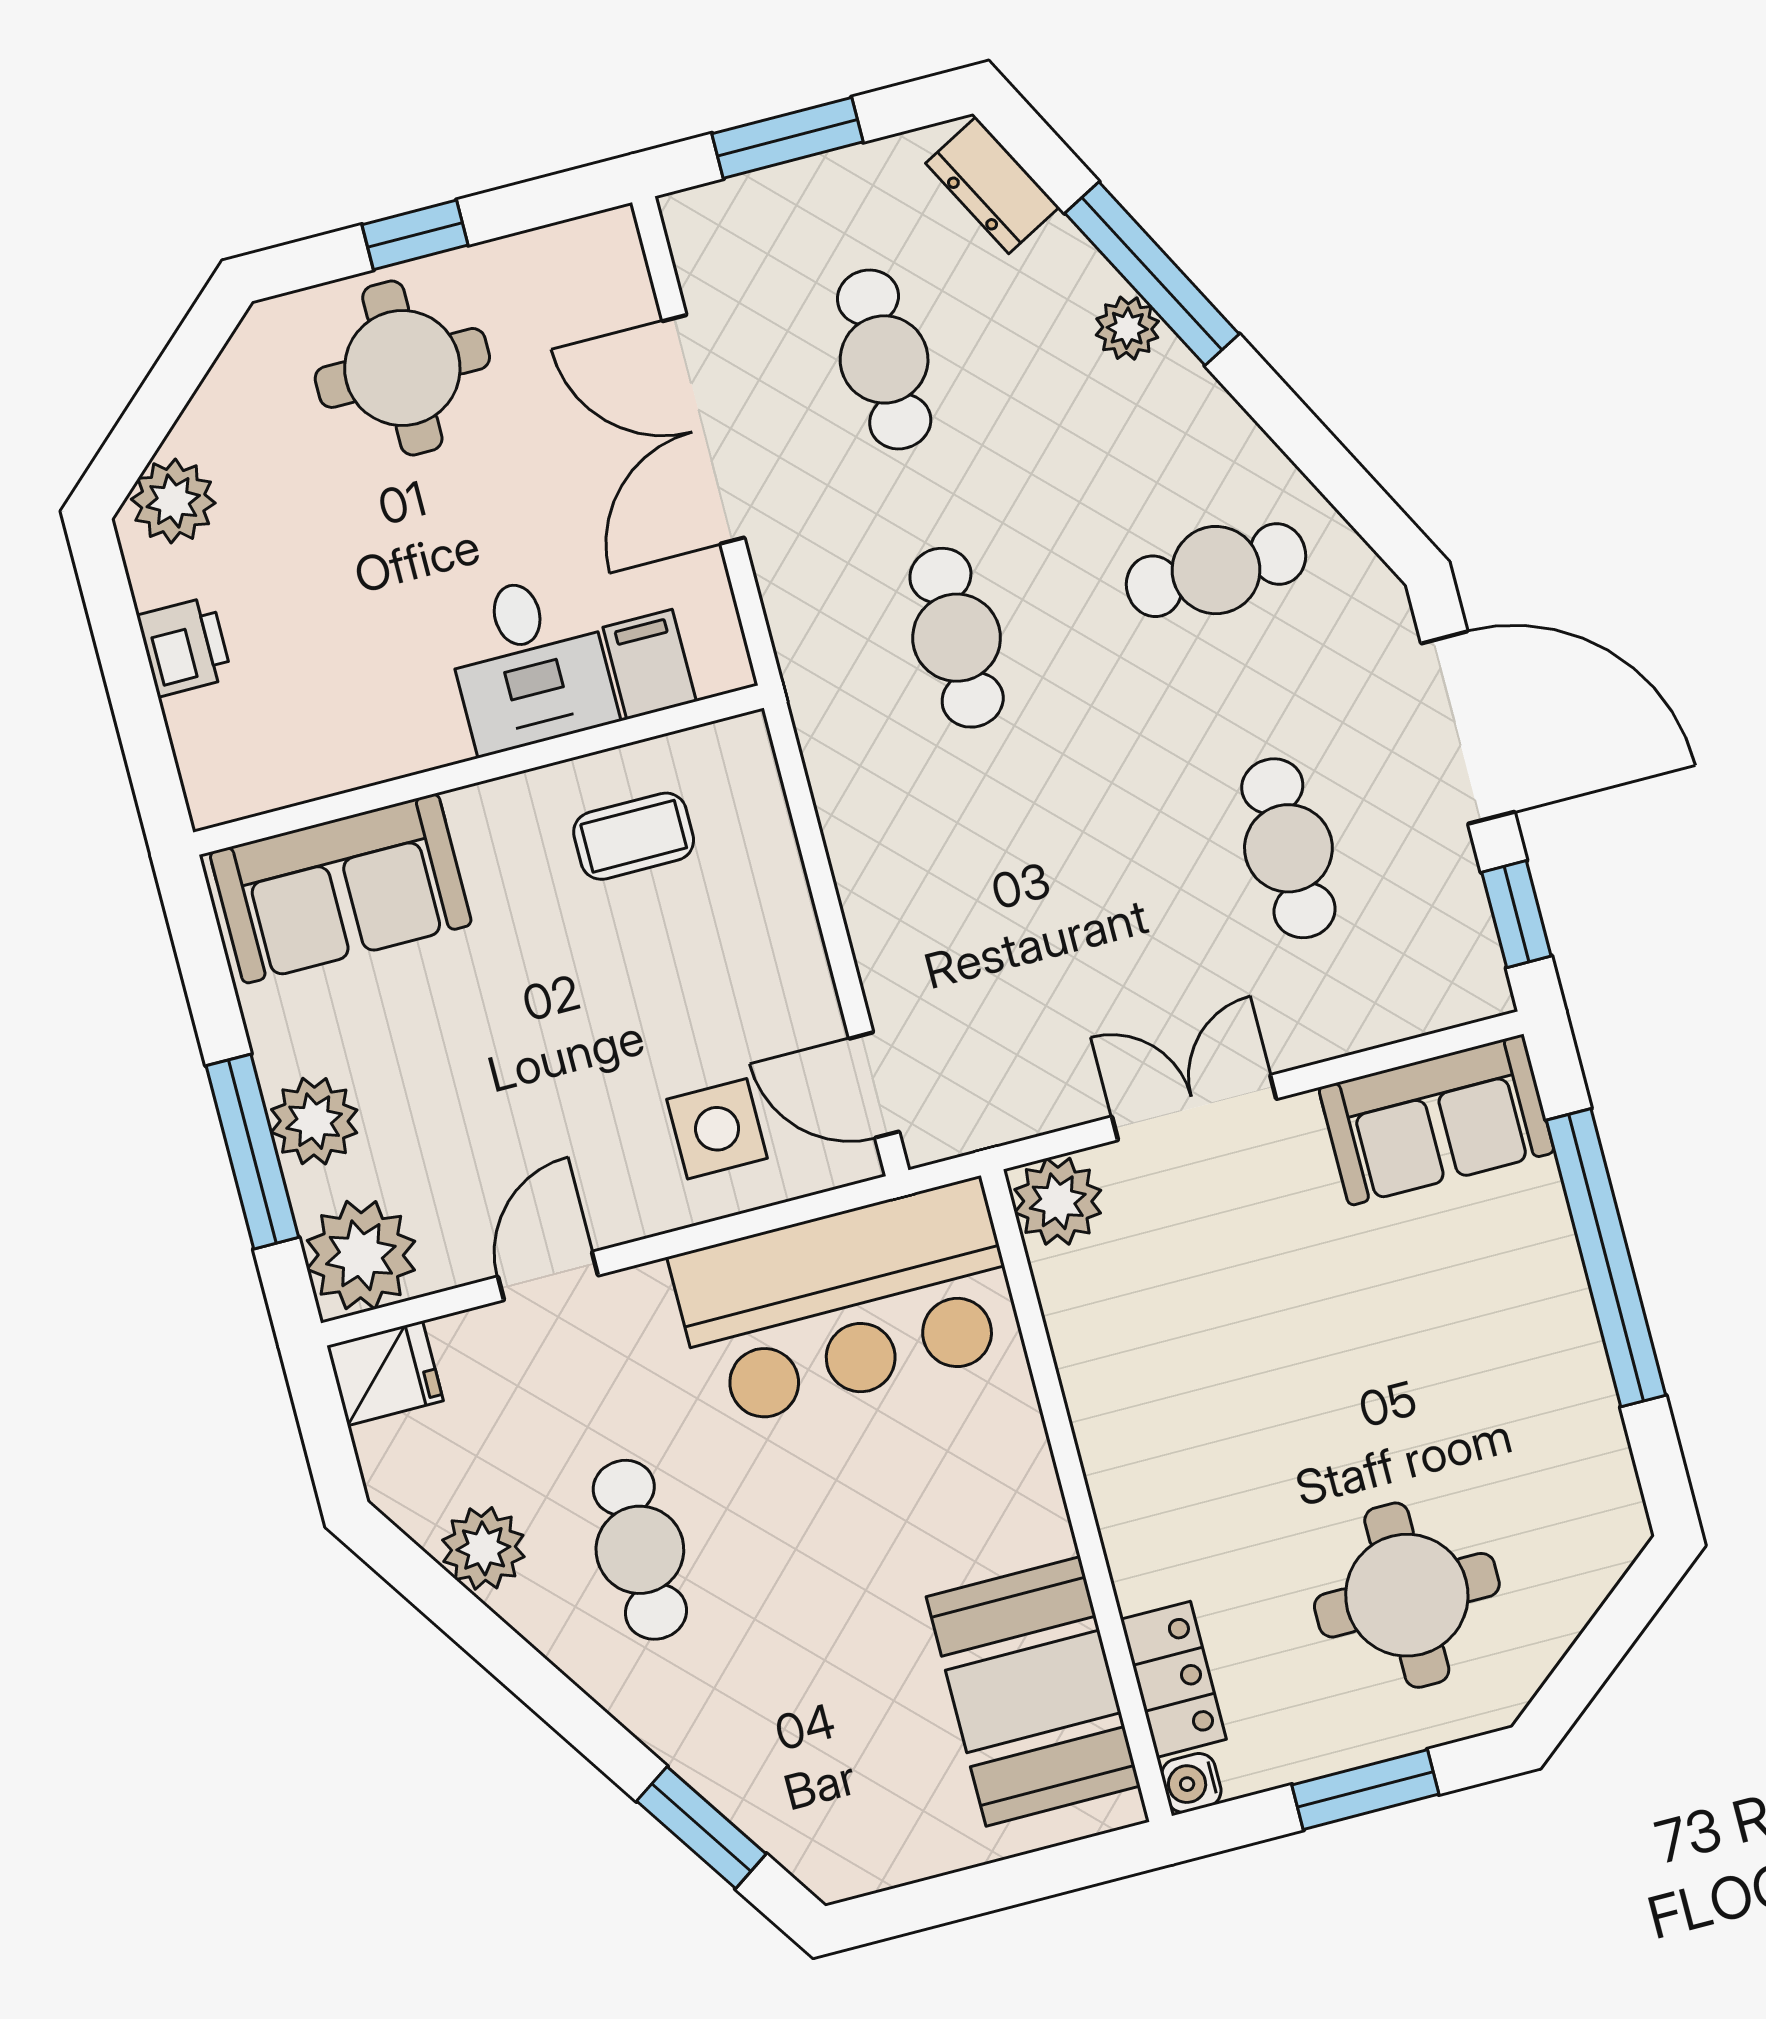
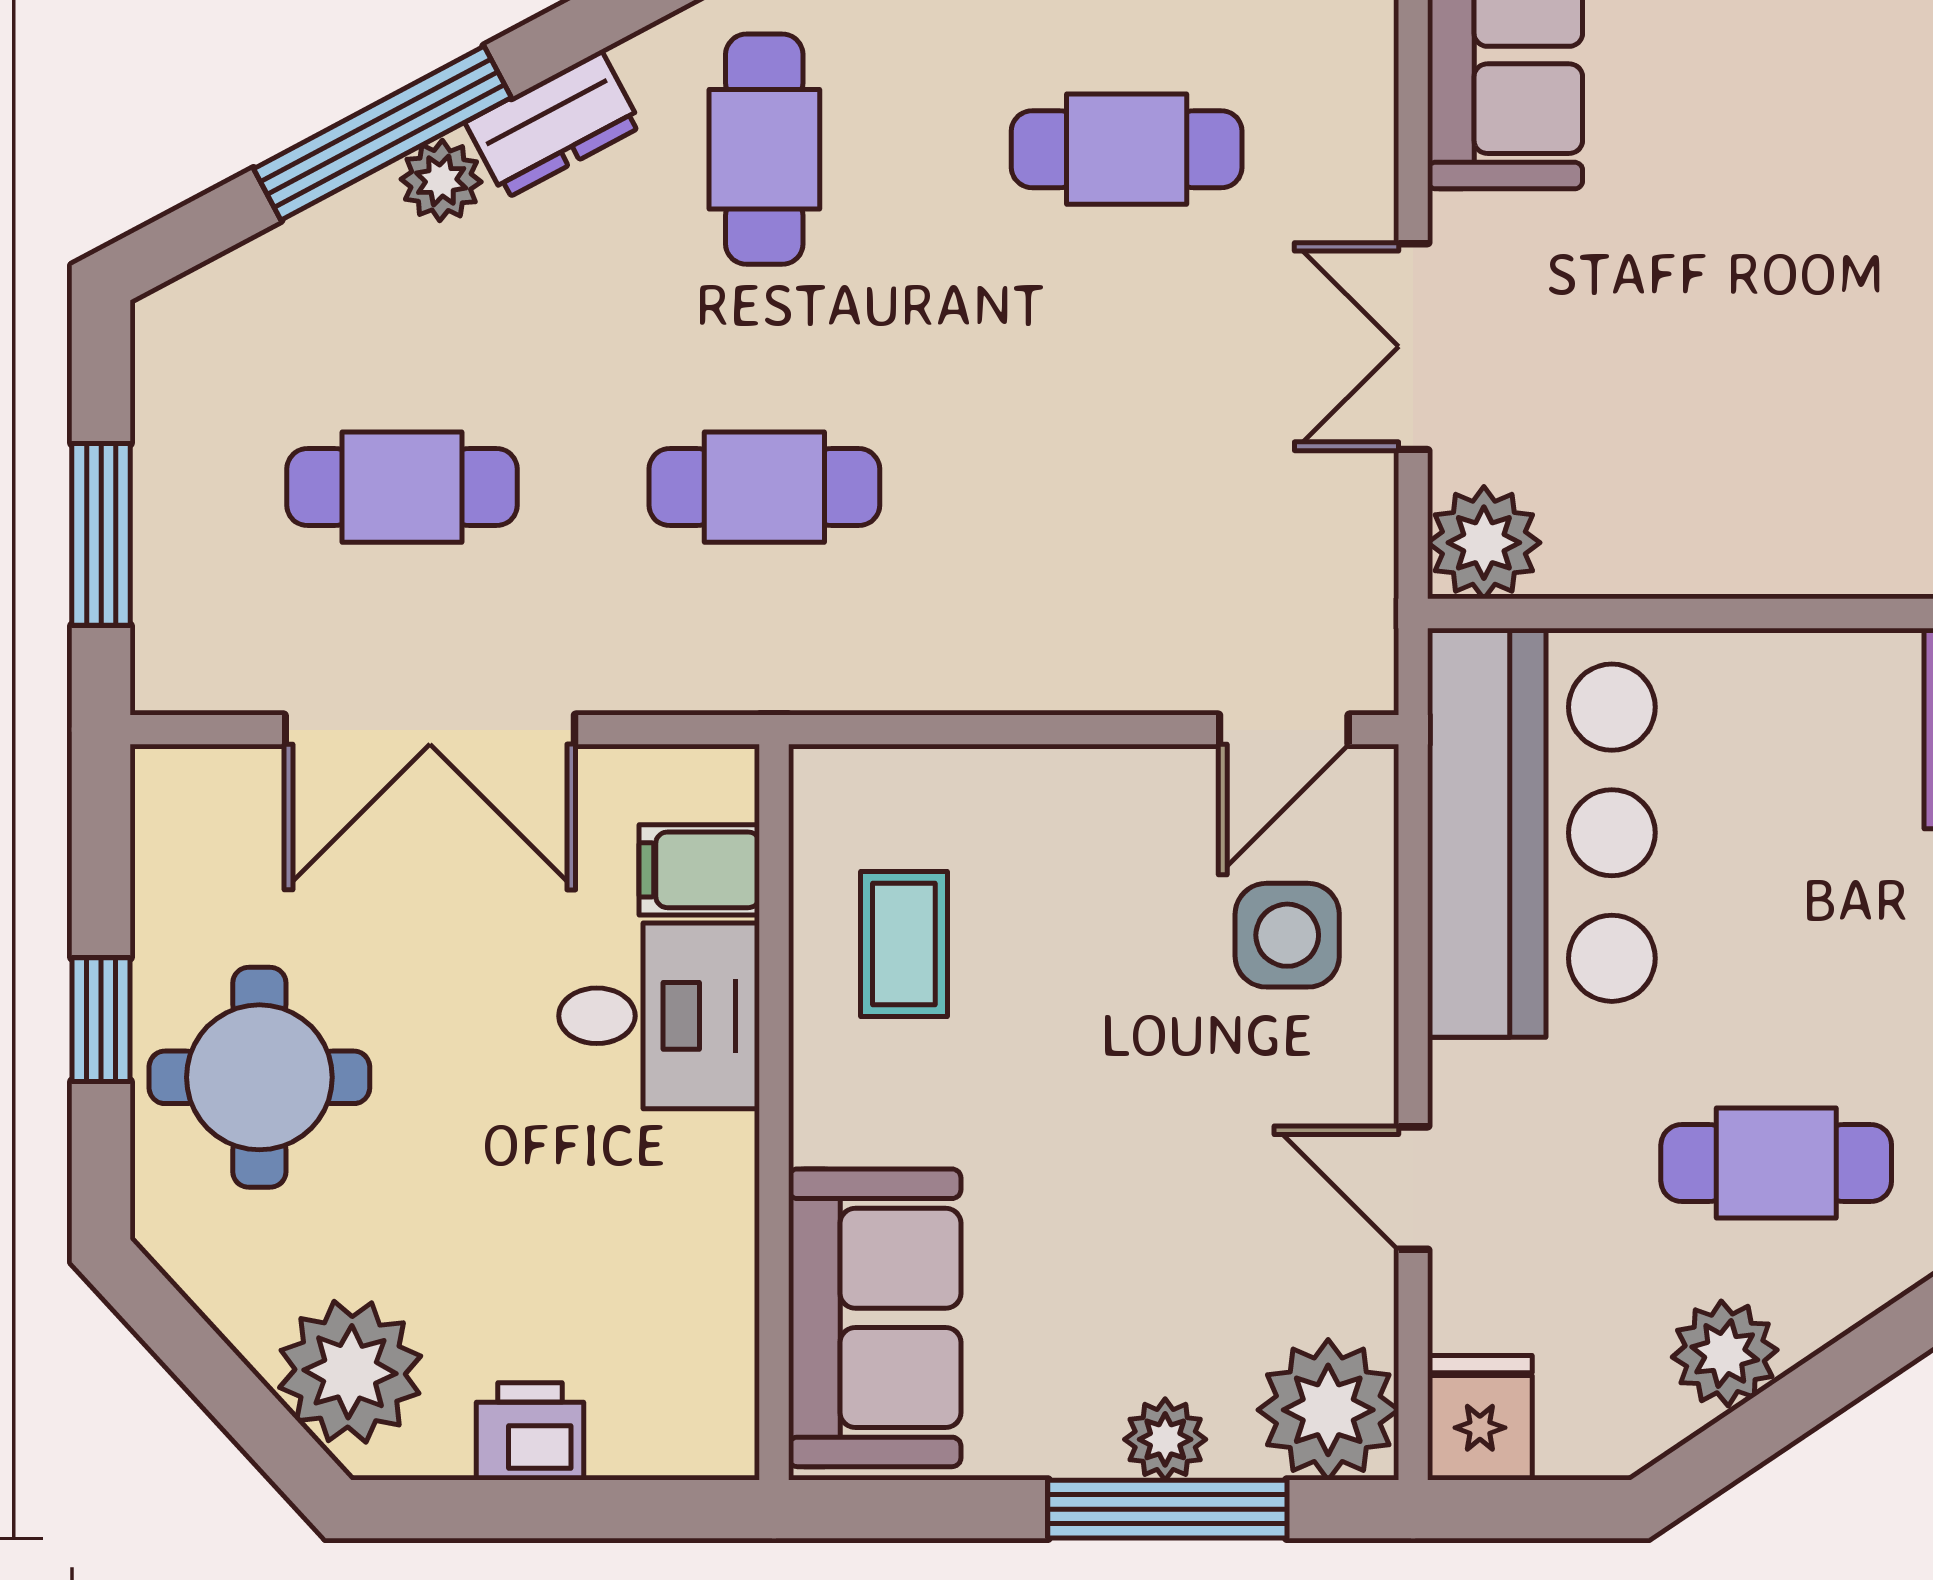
dresser: (992, 185) -> (553, 124), moved
plant: (173, 501) -> (350, 1372), width x1.36, depth x1.36
plant: (314, 1121) -> (1165, 1439), width x0.73, depth x0.73

